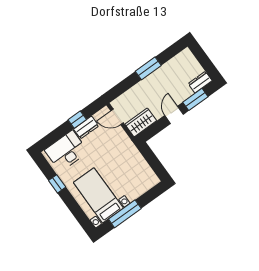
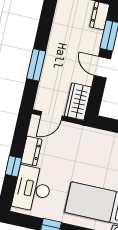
window: (148, 68) -> (36, 65), moved
window: (77, 120) -> (13, 166), moved

